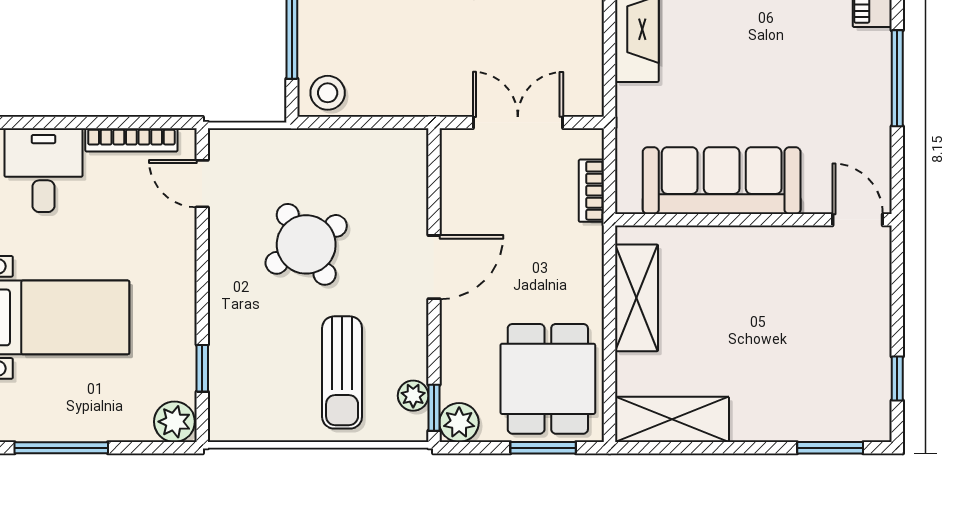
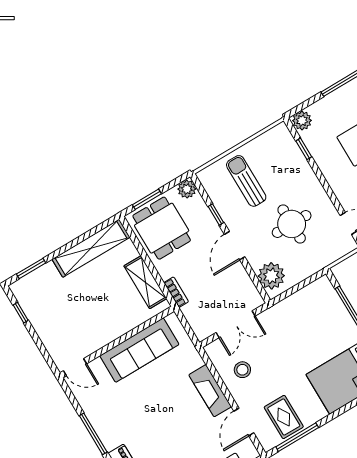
stool: (328, 93) -> (242, 370), moved
bookcase: (591, 191) -> (176, 292), moved
round table: (306, 244) -> (292, 224), turned 32
plant: (413, 396) -> (271, 276), moved, width x1.87, depth x1.87
window: (434, 408) -> (216, 215), moved
shelving: (672, 419) -> (91, 248), width x1.47

